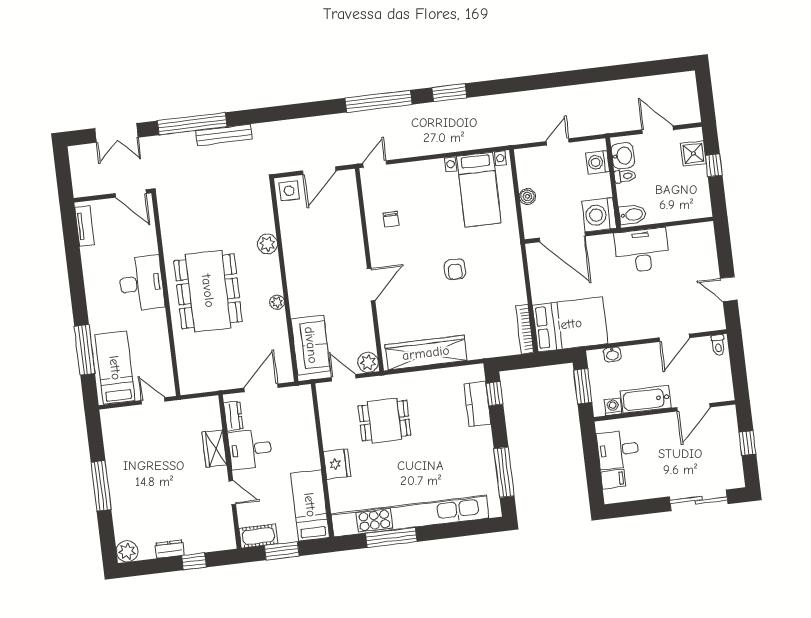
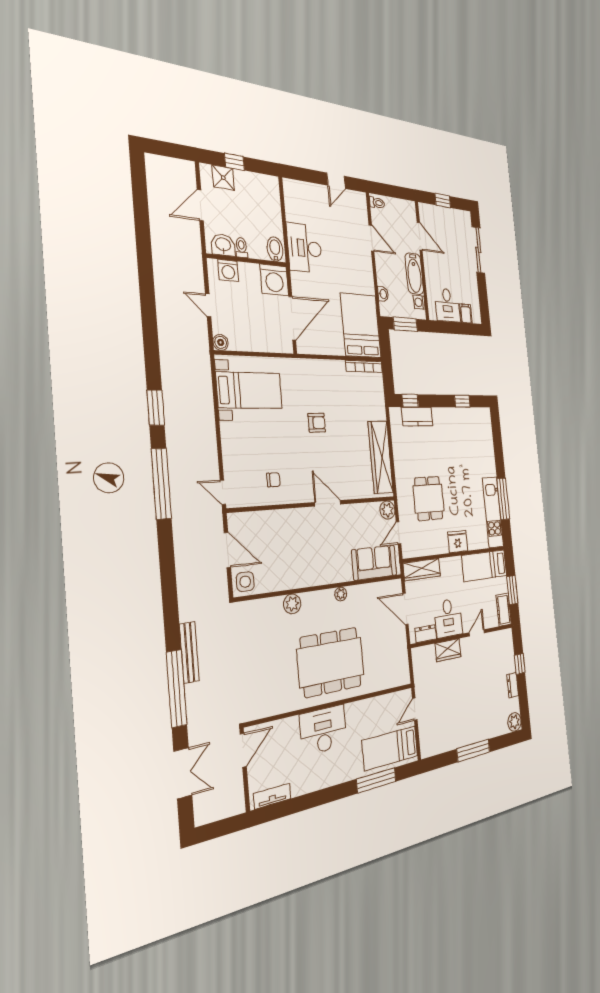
boiler: (527, 196) -> (221, 342), moved
wardrobe: (304, 411) -> (422, 570), added
window: (504, 472) -> (462, 401), width x0.46
kitchen unit: (410, 516) -> (493, 512), width x0.54

